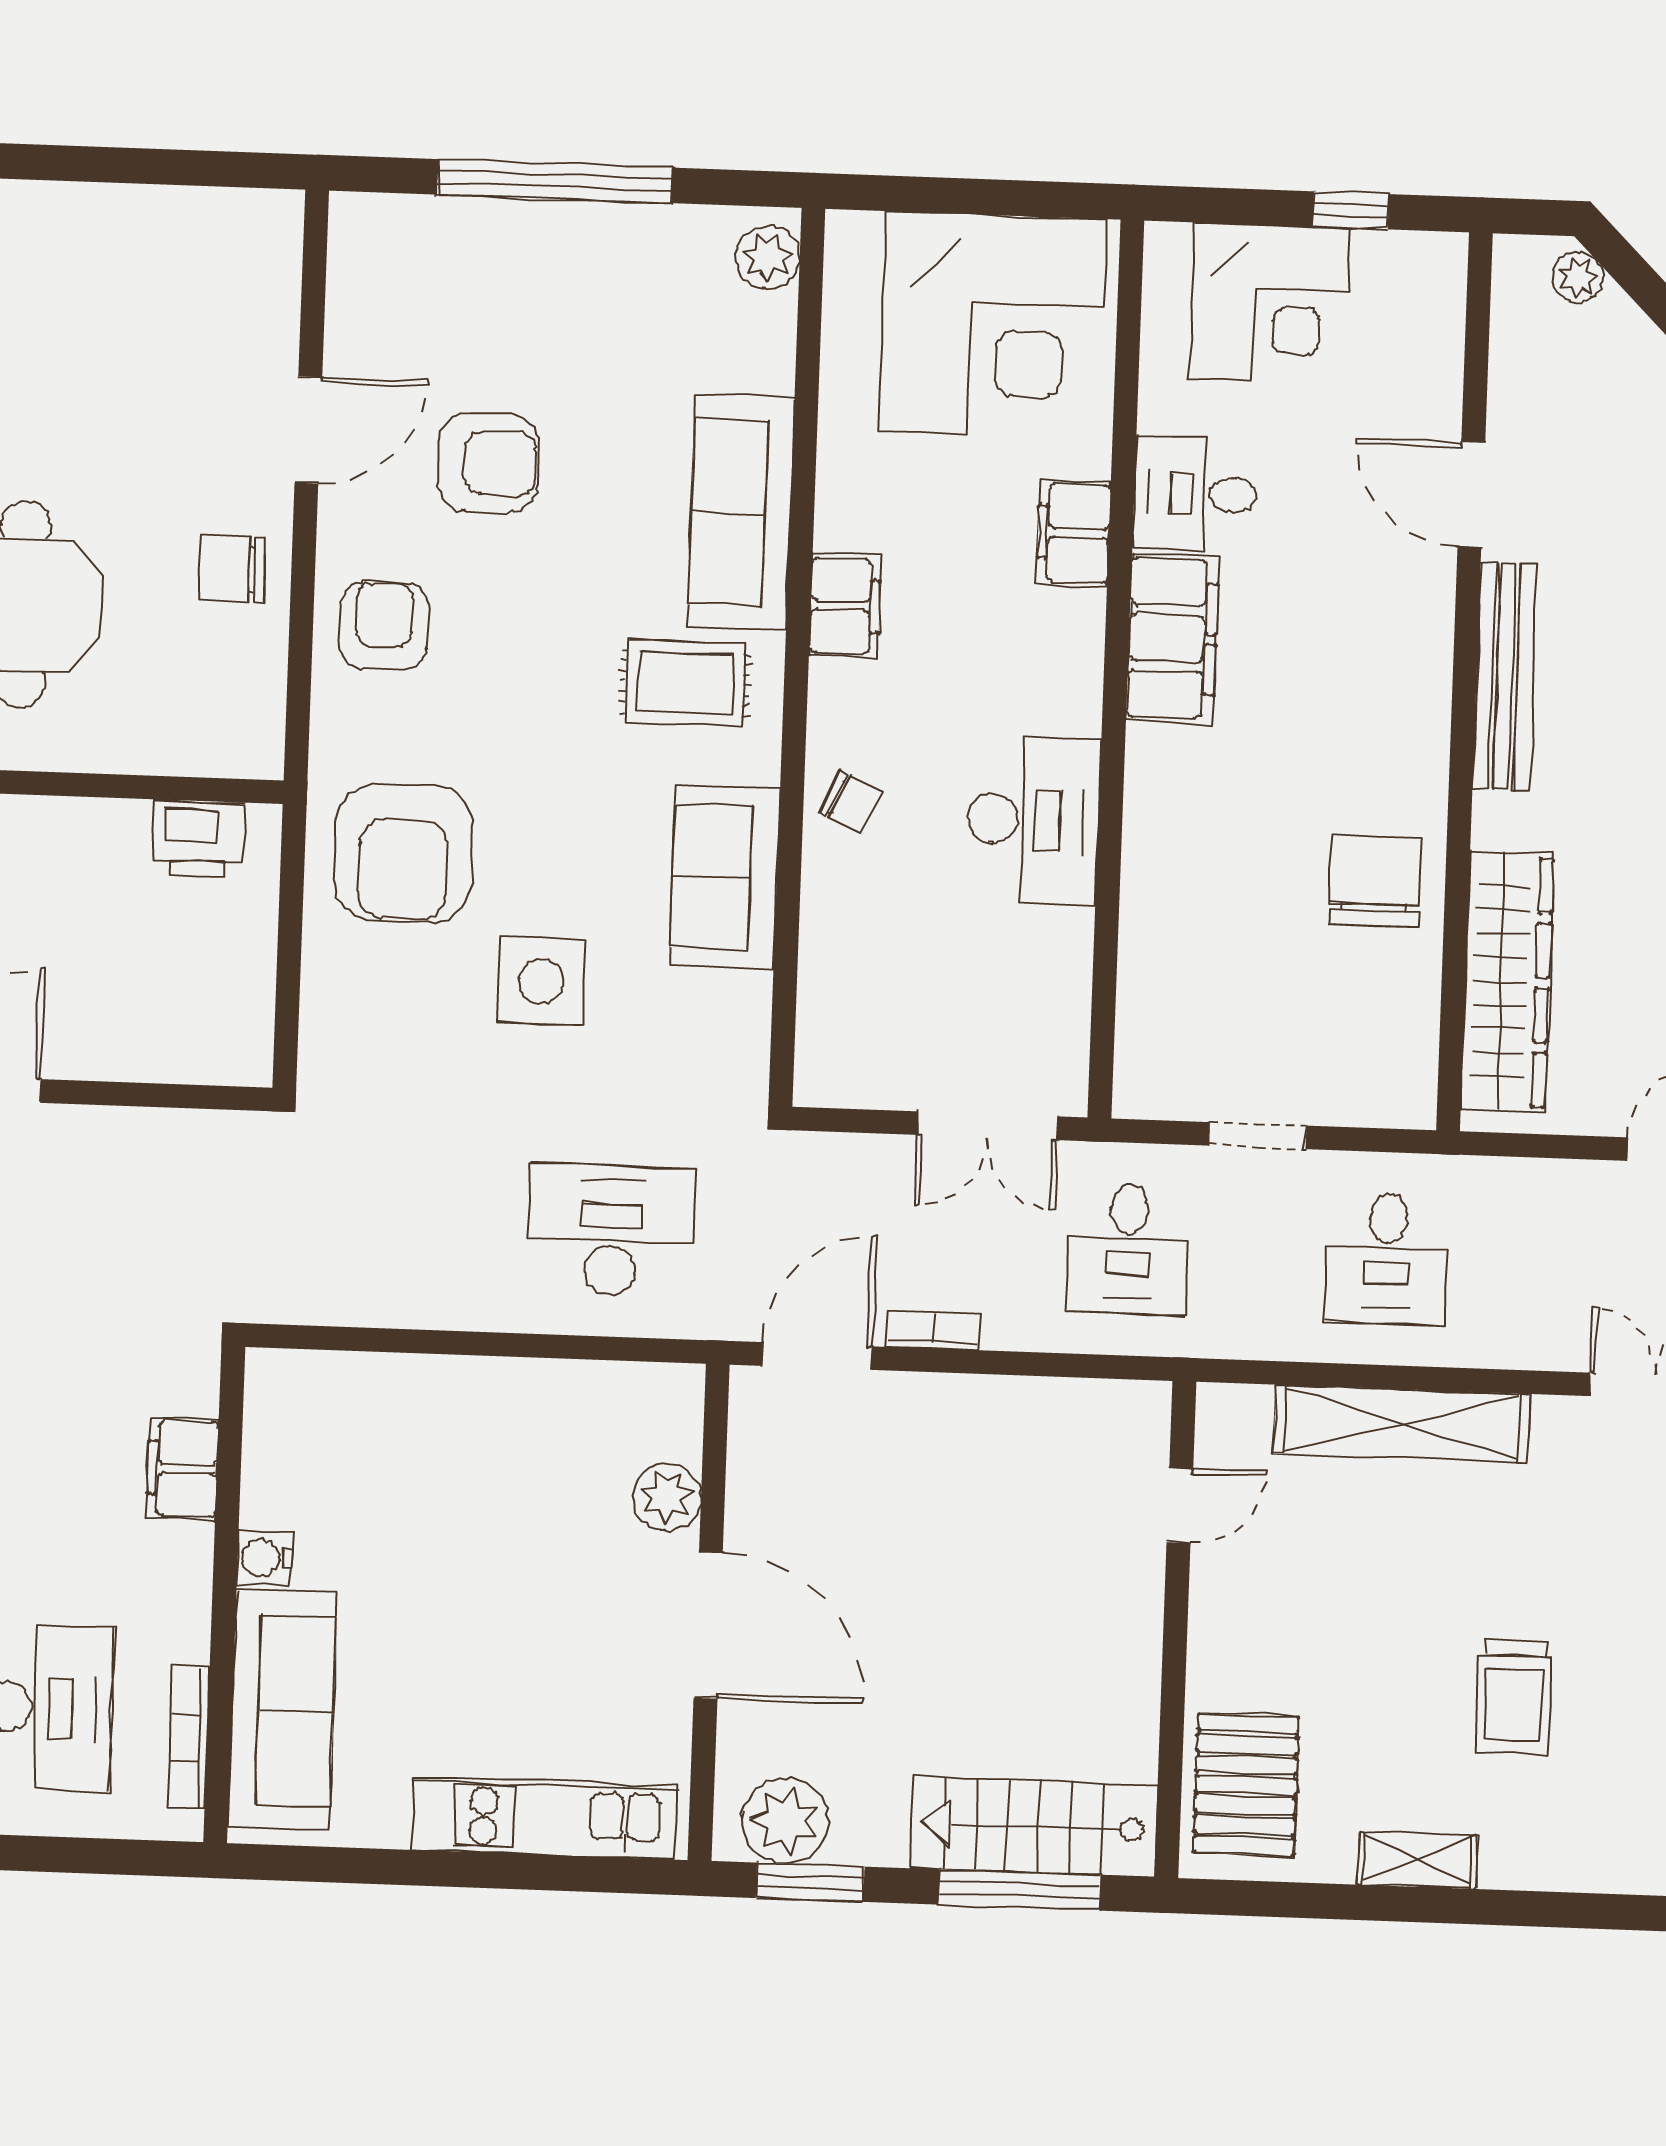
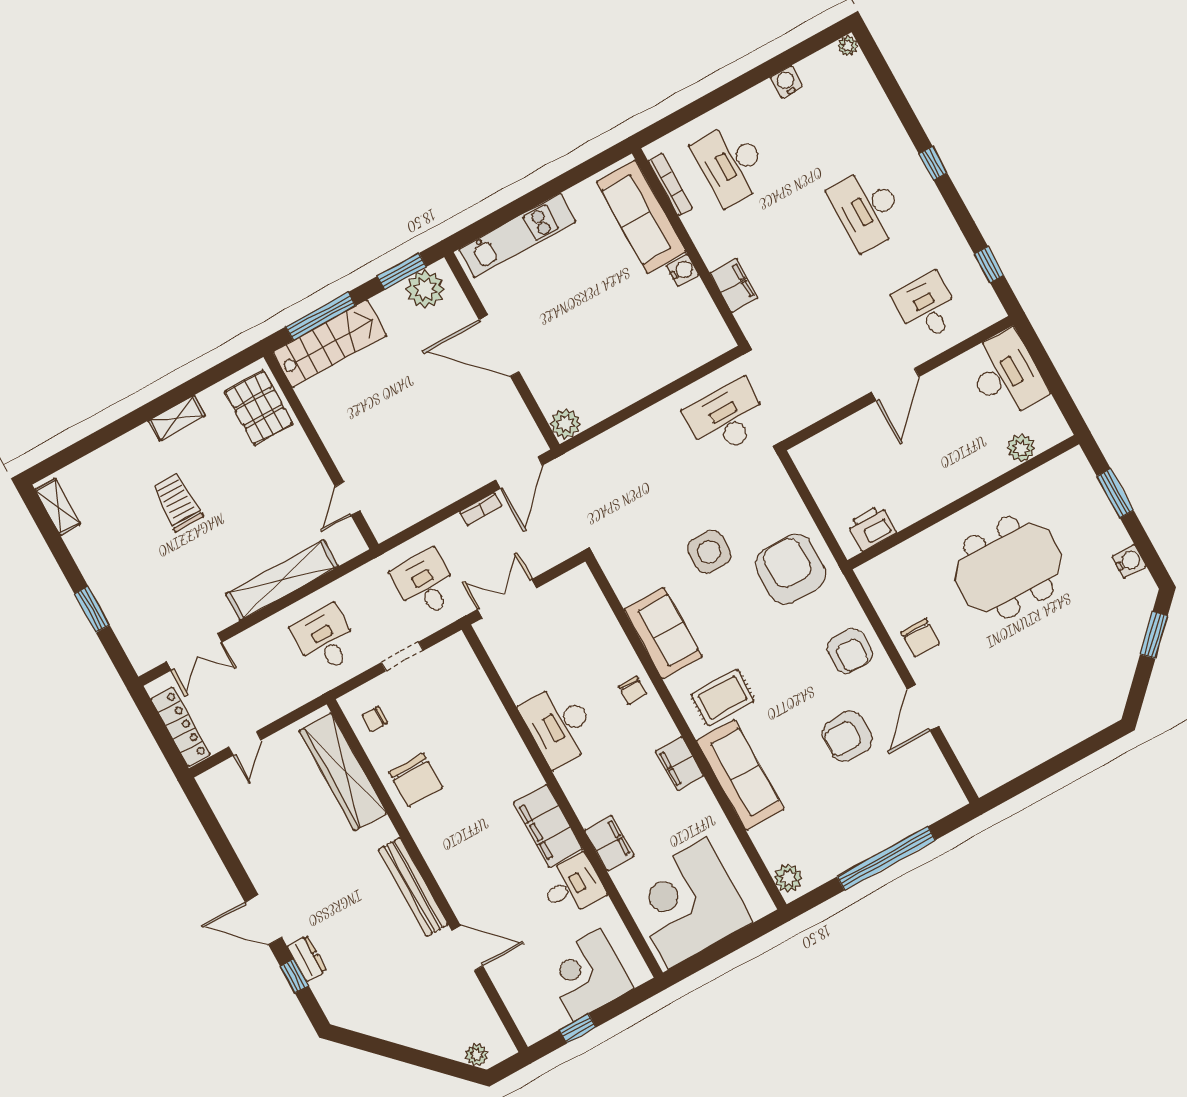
chair: (232, 569) -> (920, 638), turned 90
chair: (850, 802) -> (633, 690), turned -113
chair: (1385, 1047) -> (374, 719), added
desk: (611, 1230) -> (726, 418), moved, turned 180
plant: (667, 1497) -> (565, 424), moved

